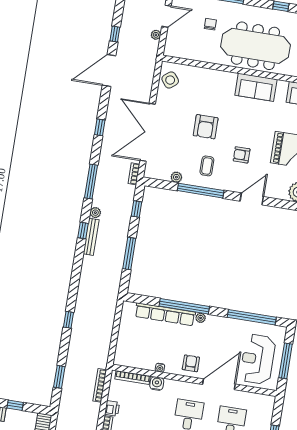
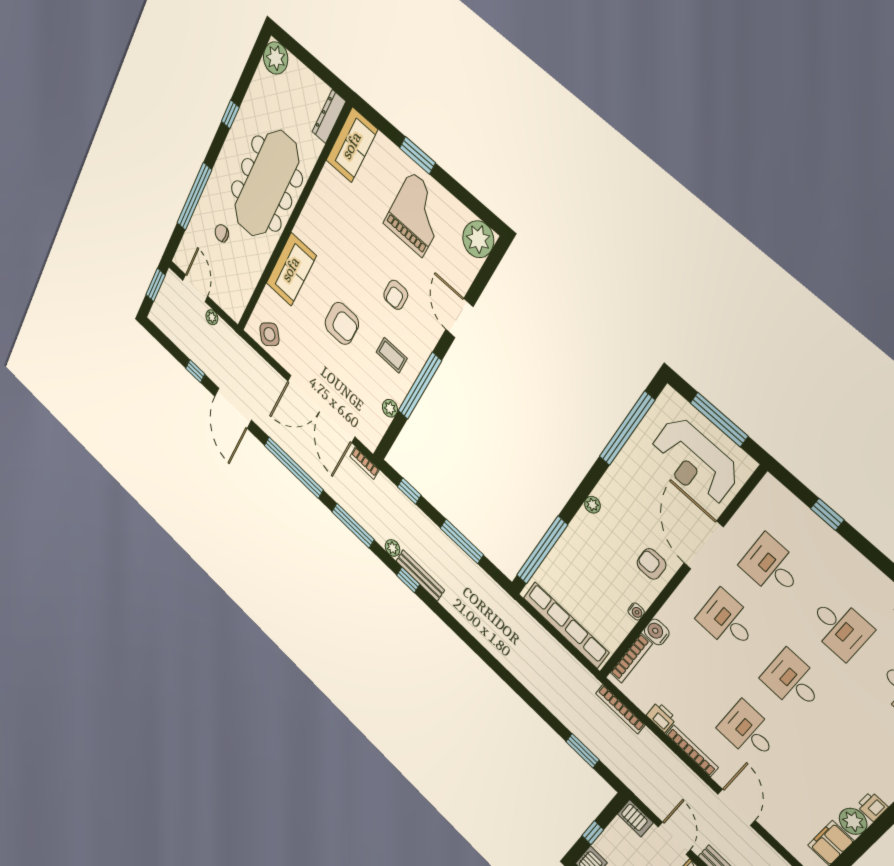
sofa: (256, 87) -> (291, 269), moved
window: (100, 127) -> (294, 468), width x3.17
window: (184, 306) -> (542, 550), moved
row of seats: (165, 314) -> (566, 625), moved, turned -90
window: (69, 320) -> (513, 682), removed

